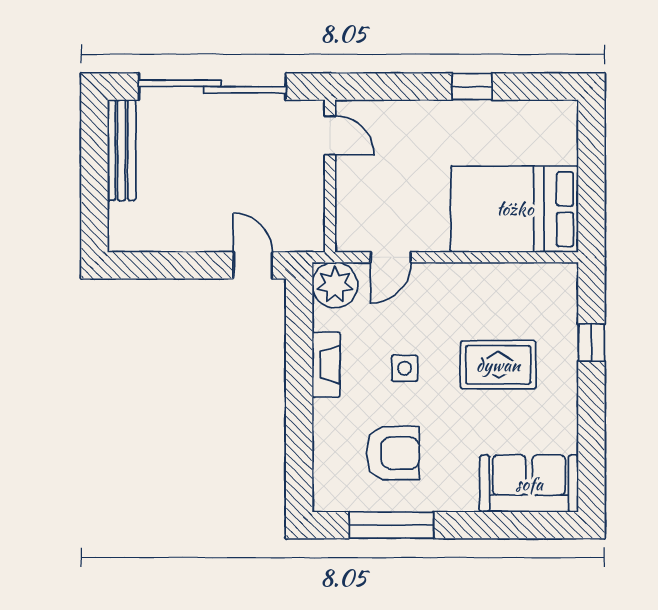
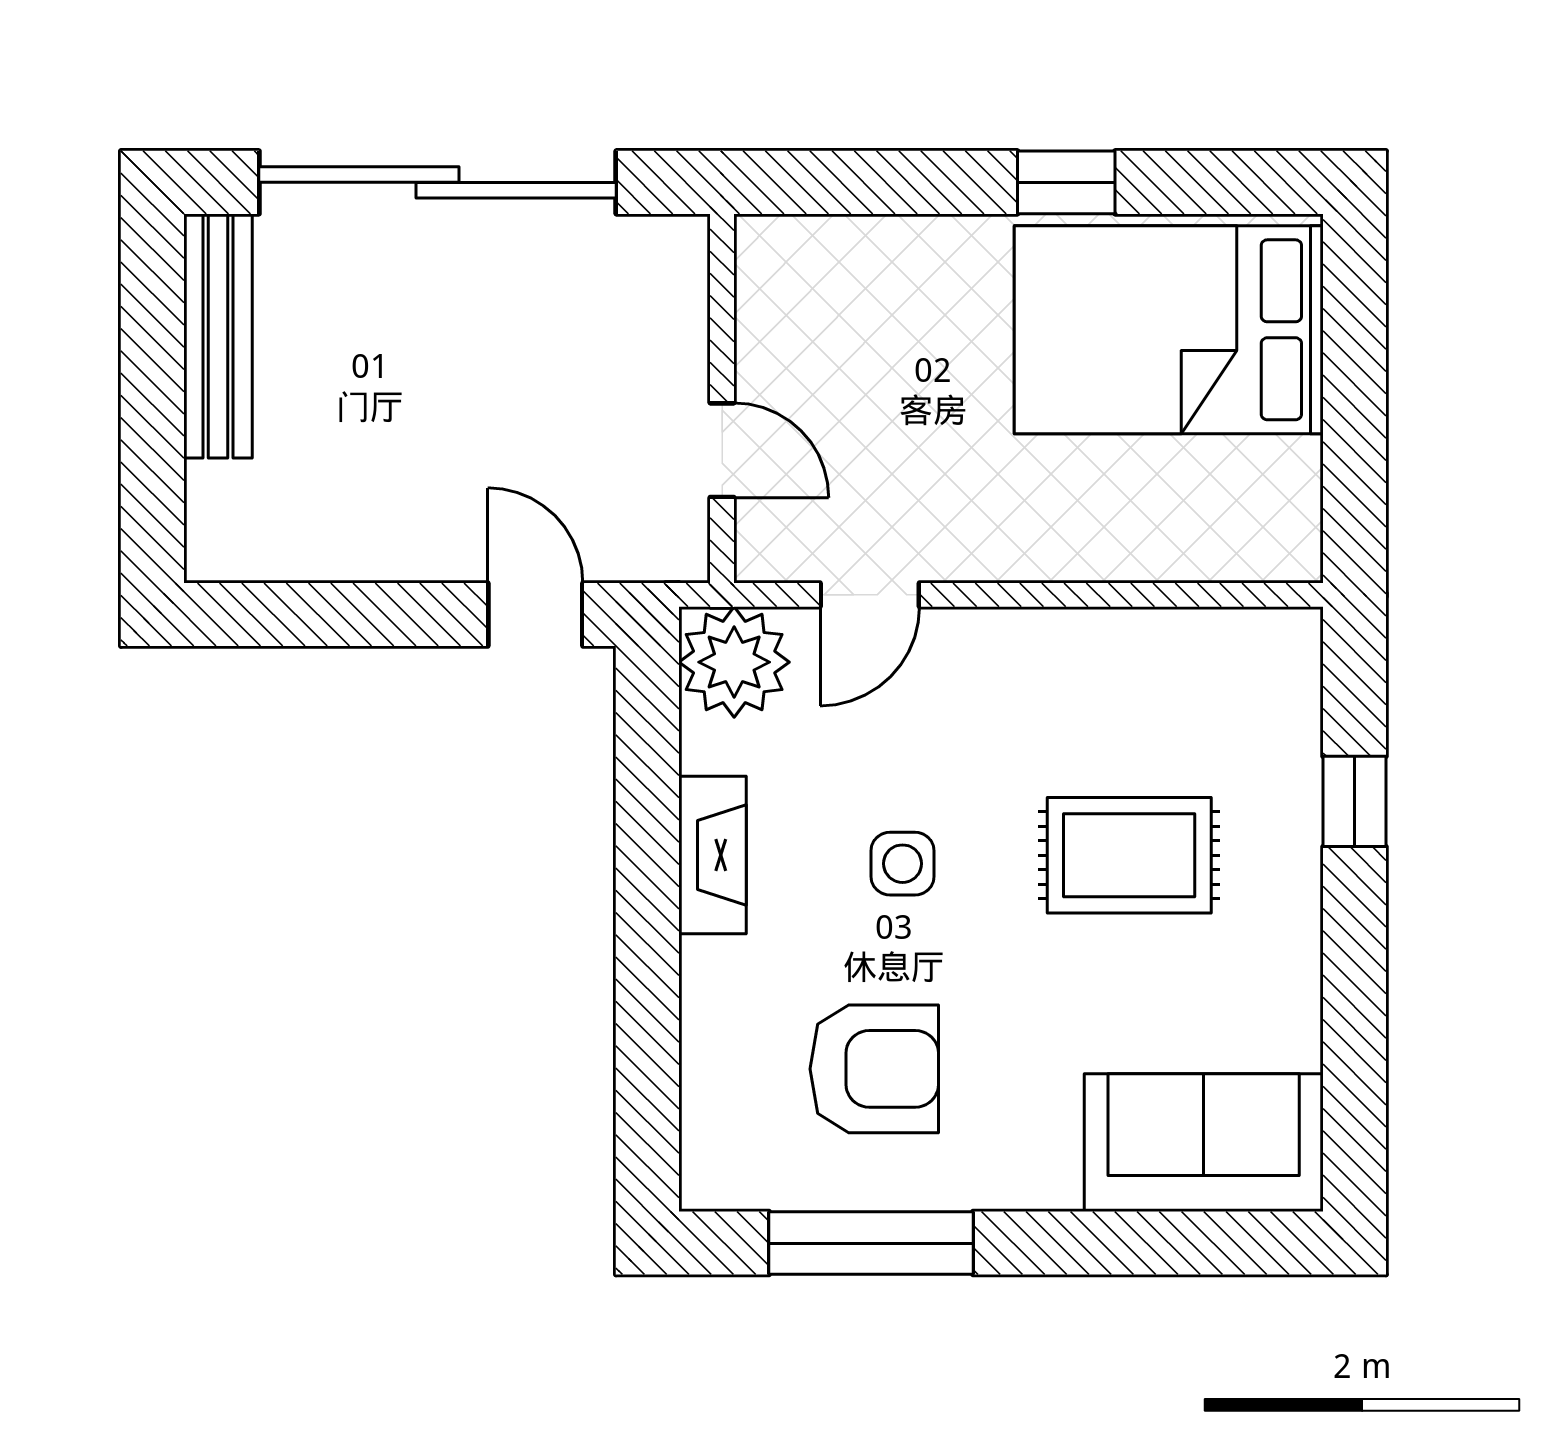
door: (330, 135) -> (722, 450), moved
bed: (515, 209) -> (1169, 330), moved

